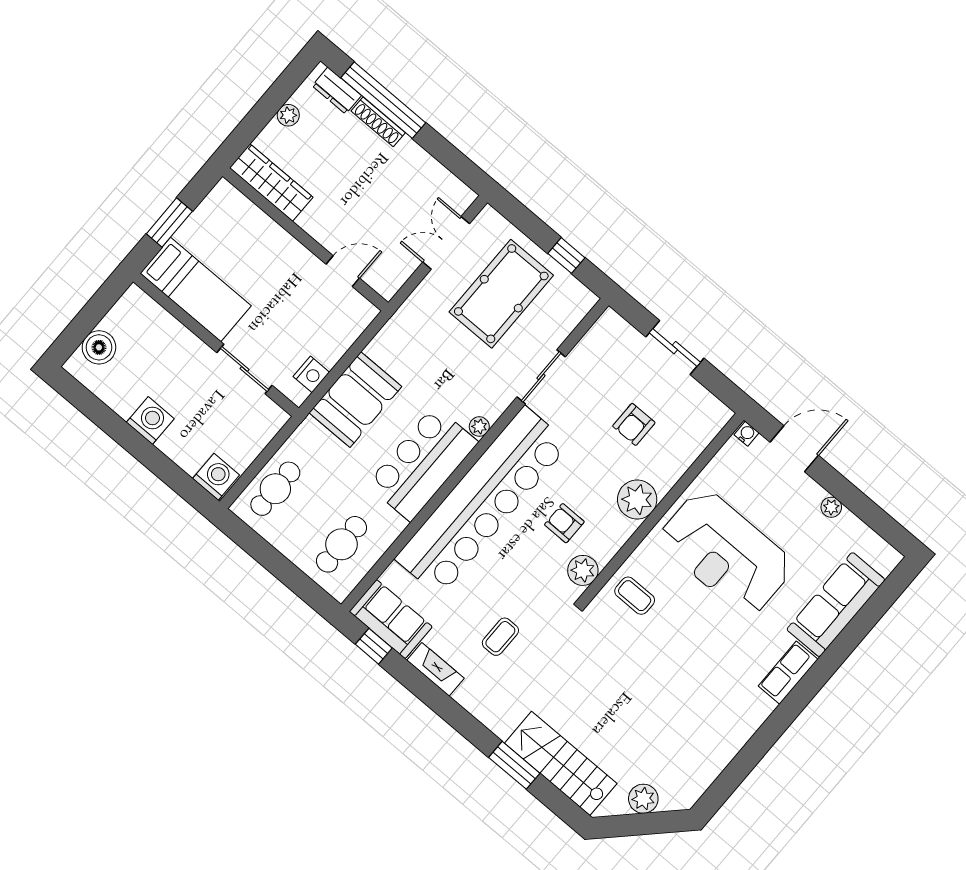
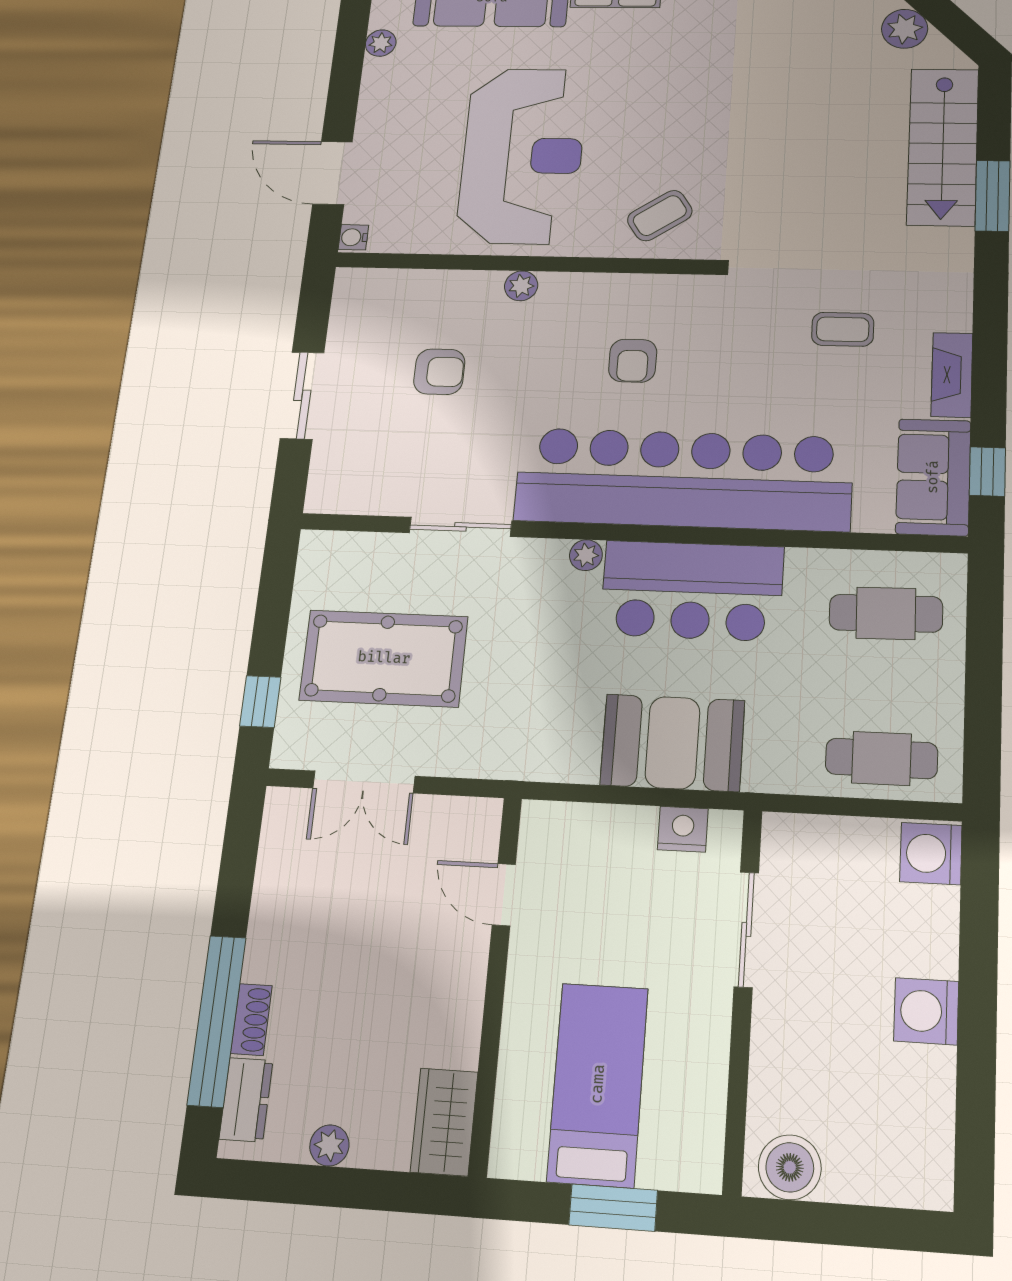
shoe rack: (378, 122) -> (251, 1019), width x0.70
wardrobe: (271, 183) -> (444, 1122), width x0.67
window: (566, 256) -> (260, 702), moved
bed: (196, 289) -> (598, 1084), moved
boiler: (99, 347) -> (790, 1167), moved
plant: (637, 499) -> (521, 286), width x0.53, depth x0.53
plant: (831, 507) -> (381, 43), moved
plant: (583, 570) -> (676, 296), removed
coffee table: (635, 596) -> (660, 216), turned 56

